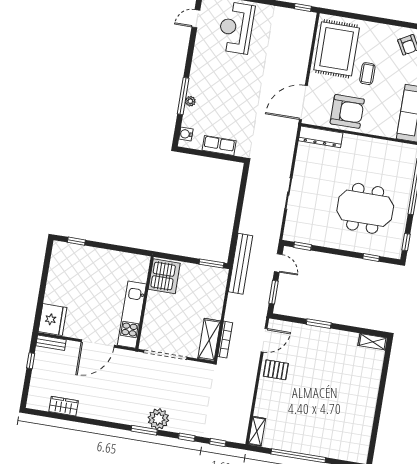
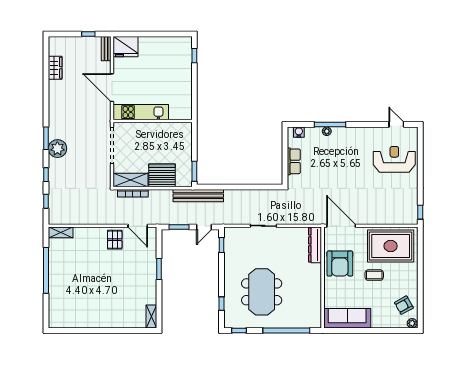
server rack: (164, 276) -> (162, 175), moved, turned 180

